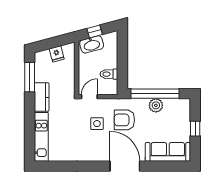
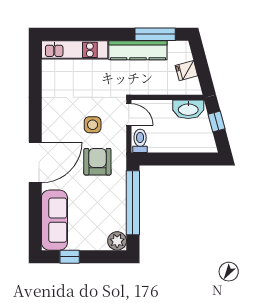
washbasin: (92, 44) -> (188, 109), moved, turned -75
toilet: (109, 74) -> (140, 141), moved
kitchen counter: (42, 97) -> (138, 50), width x1.50
plant: (156, 105) -> (117, 241), moved
window: (195, 129) -> (70, 257), moved

